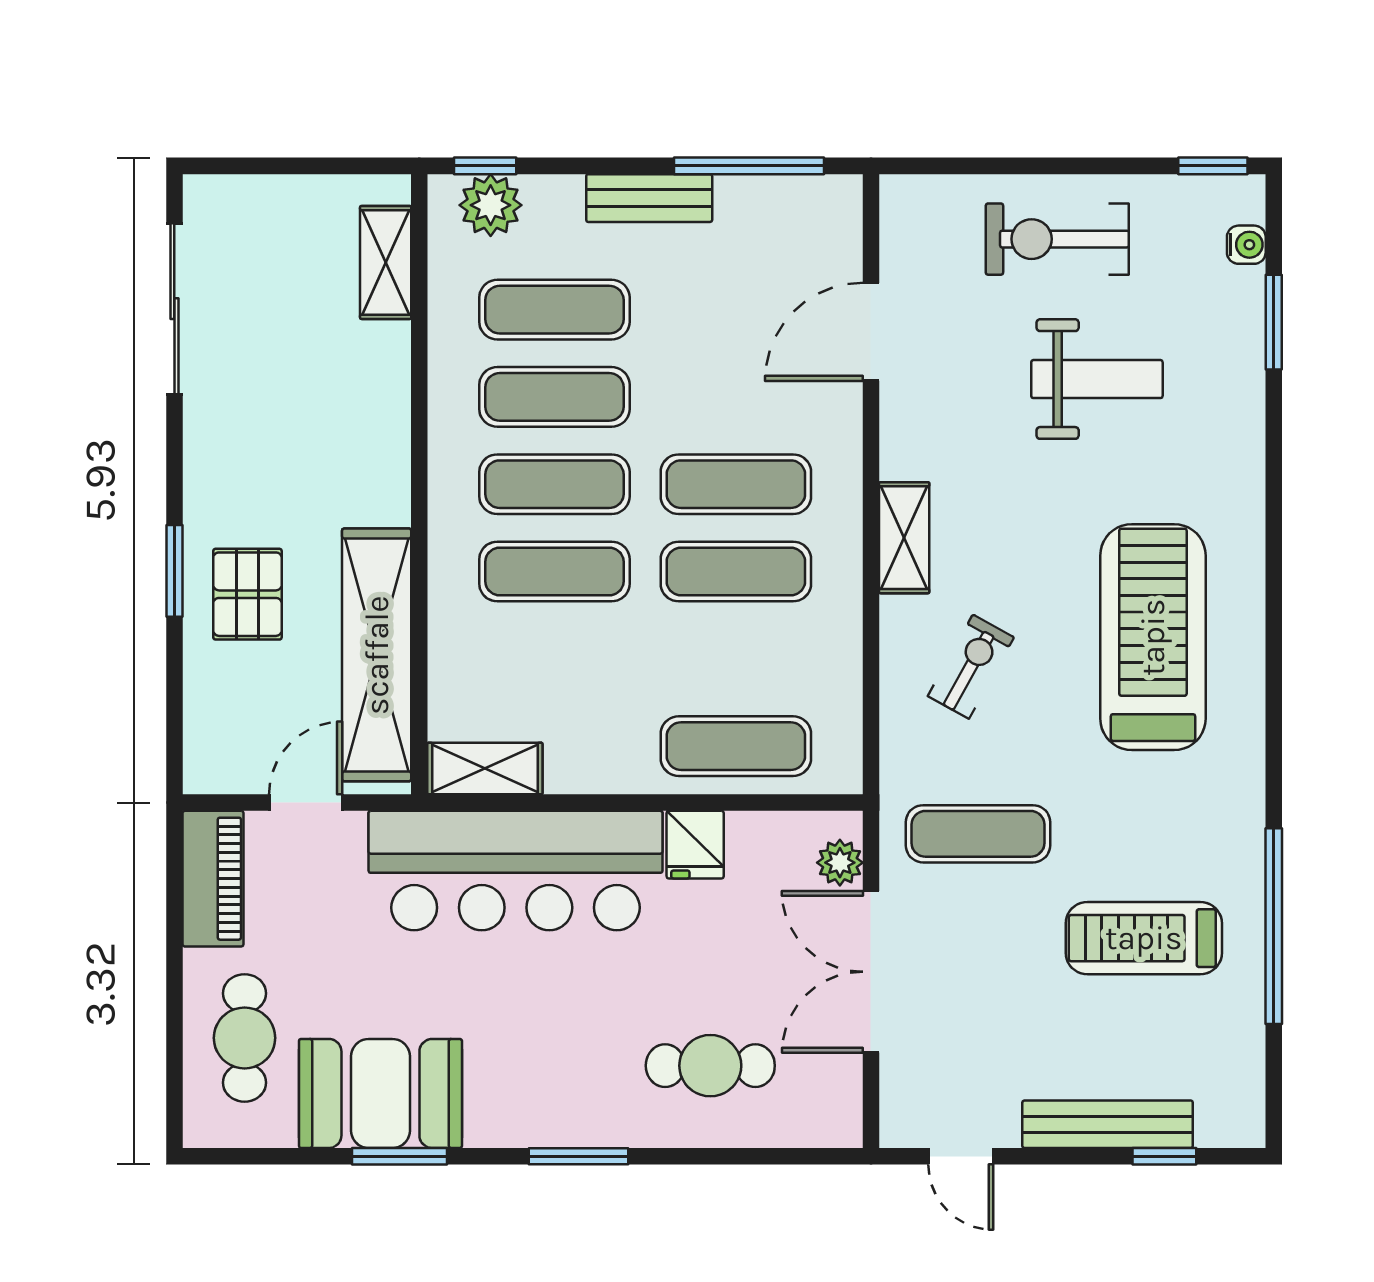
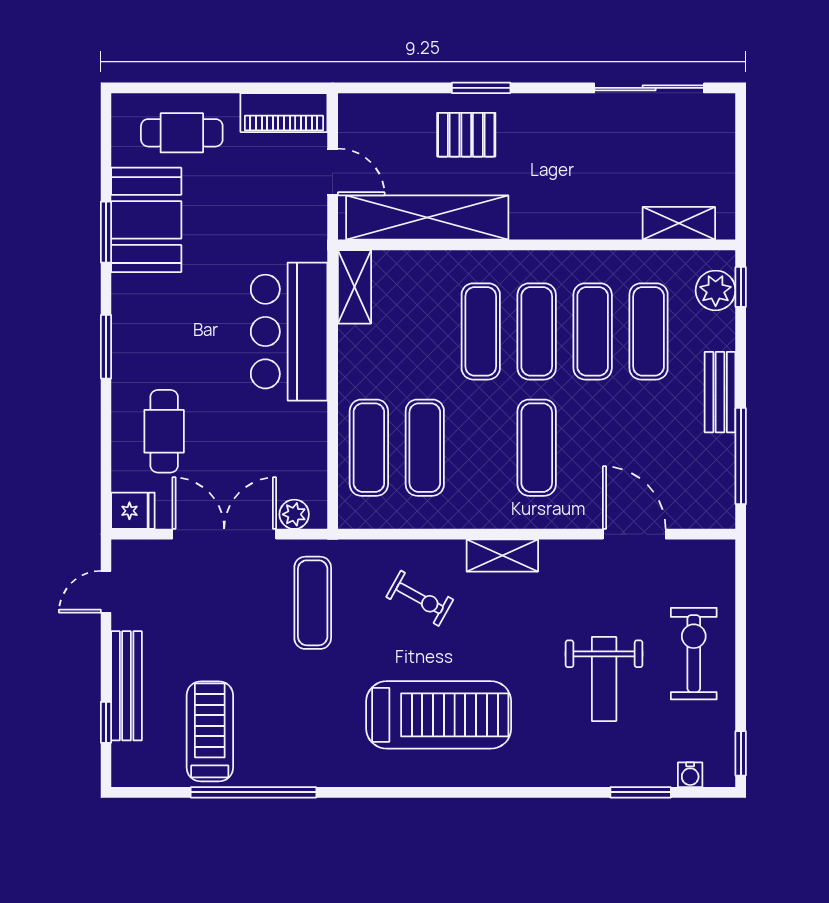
exercise mat: (736, 572) -> (425, 448), moved
fridge: (695, 845) -> (133, 511), moved, turned 180
bar counter: (516, 871) -> (289, 332), width x0.73
treadmill: (1144, 938) -> (210, 731), moved

